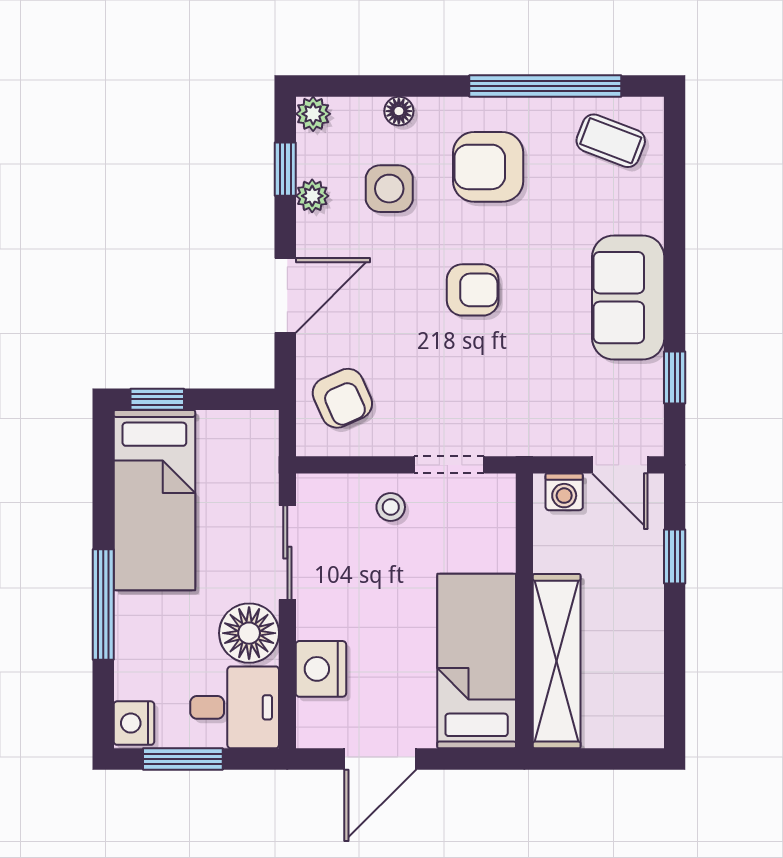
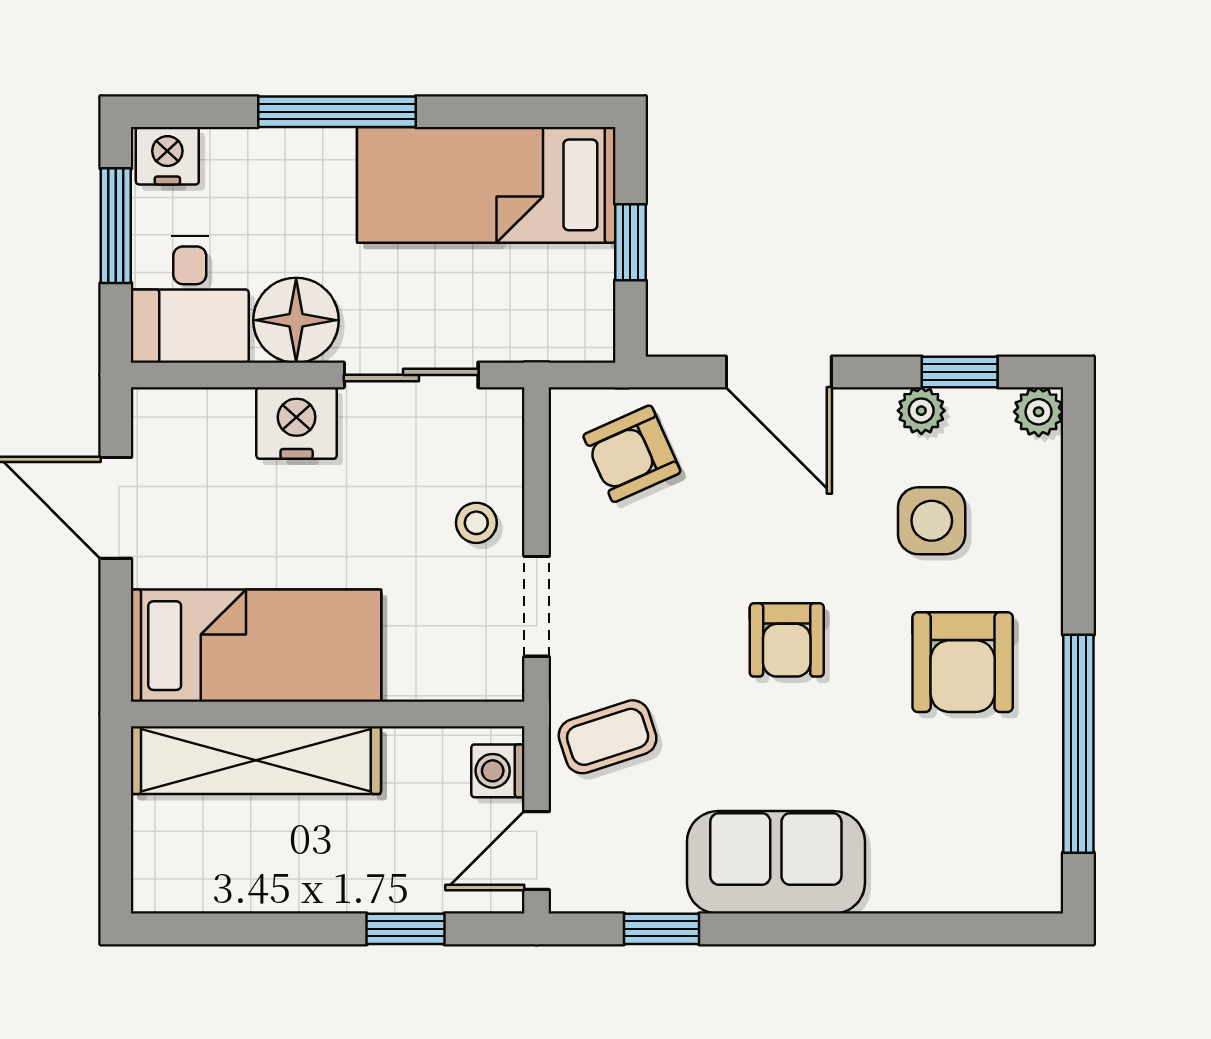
floor lamp: (399, 111) -> (1042, 534), removed
coffee table: (611, 141) -> (608, 737), moved, turned 51
armchair: (488, 167) -> (963, 662), turned 180
window: (157, 399) -> (630, 242), moved
nightstand: (321, 669) -> (297, 423), moved

